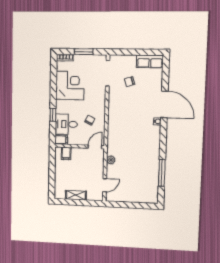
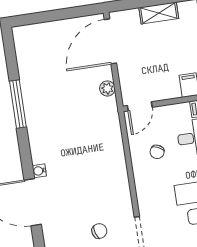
window: (162, 173) -> (18, 104), moved
door: (105, 185) -> (110, 41), width x1.88

